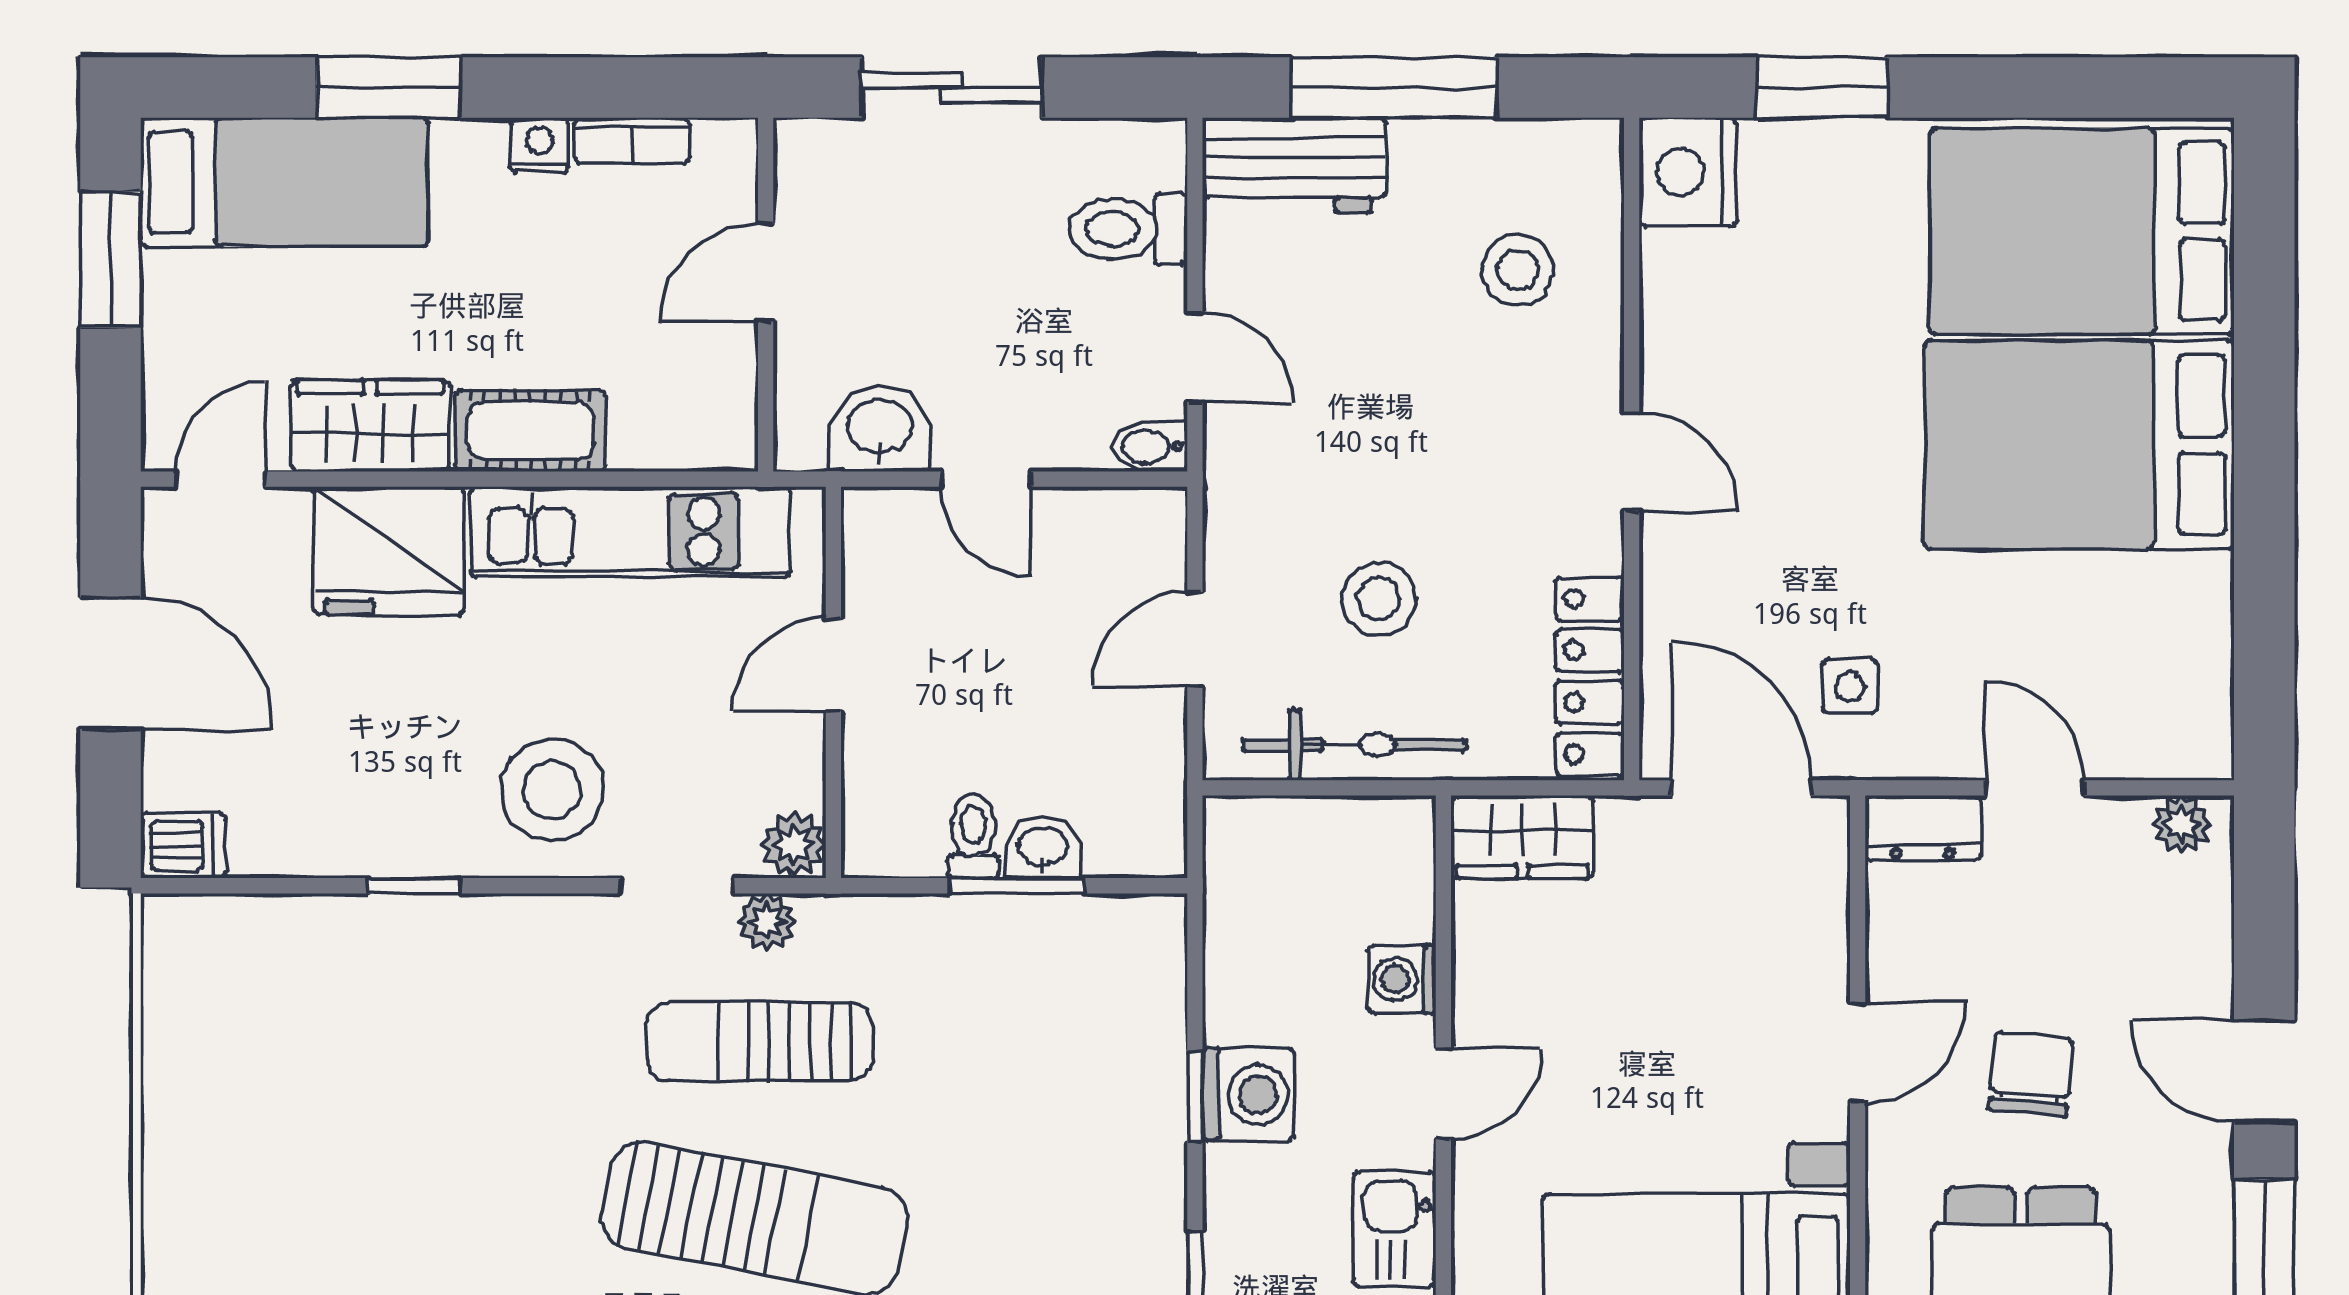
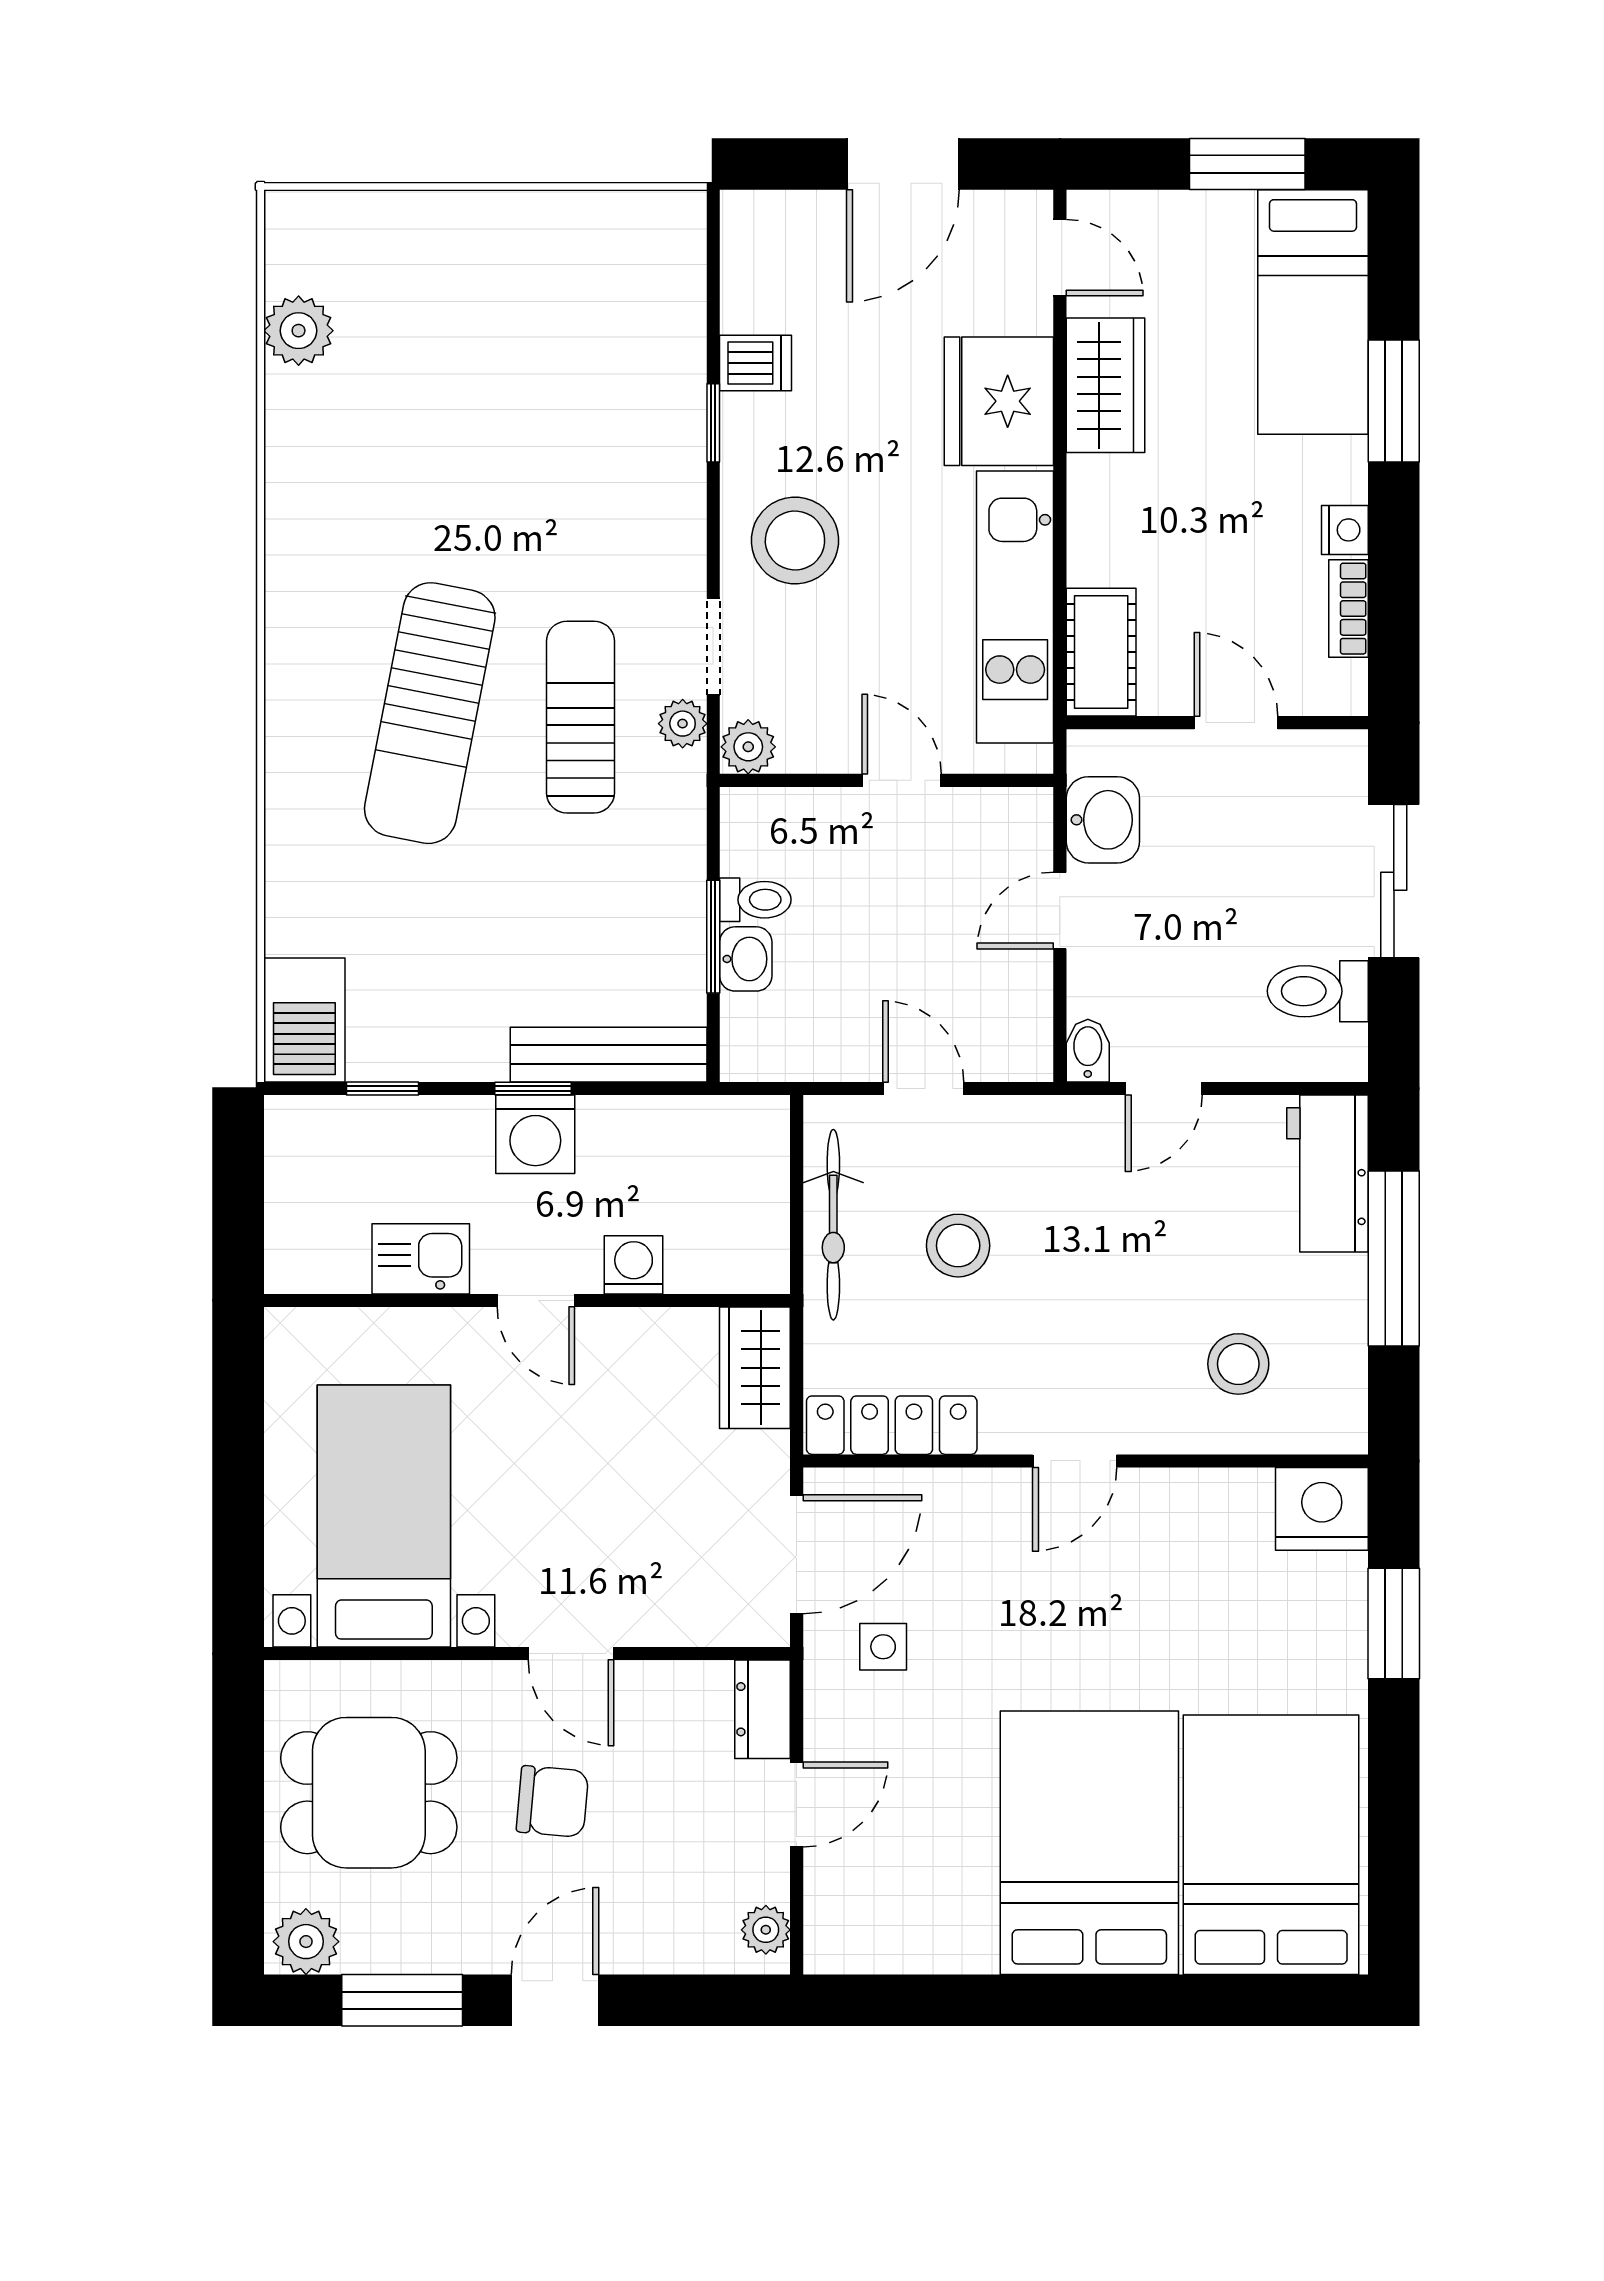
toilet: (1128, 229) -> (1318, 991), moved, turned -90
cot: (530, 431) -> (1101, 652), moved
dishwasher: (183, 846) -> (755, 363), moved, turned -90
bench: (1155, 1008) -> (609, 1055), added

